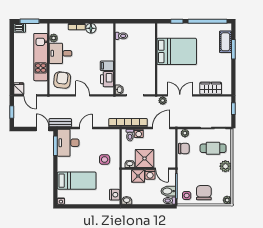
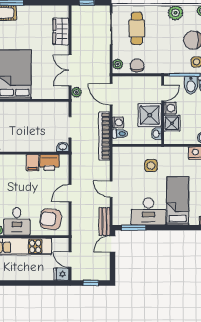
door: (30, 95) -> (70, 260), swing flipped
desk: (68, 143) -> (148, 212), moved
plant: (225, 166) -> (175, 13), moved

